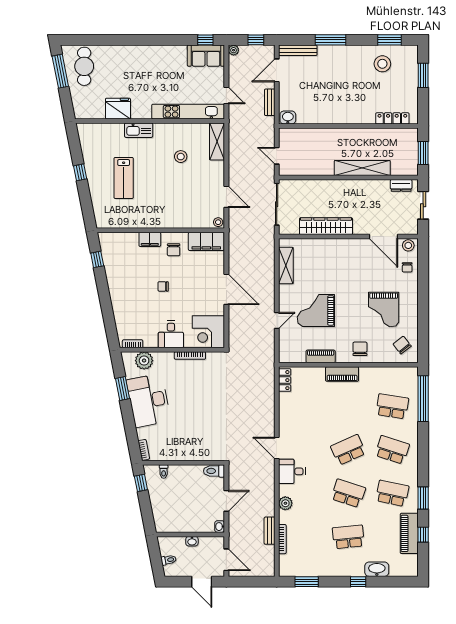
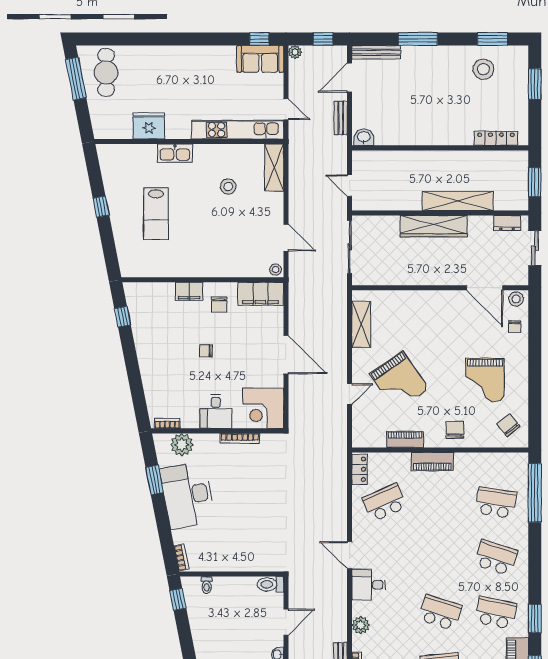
wardrobe: (326, 226) -> (434, 226), moved, turned 180
grand piano: (316, 310) -> (399, 381), turned -125
school desk: (348, 450) -> (385, 503), moved

